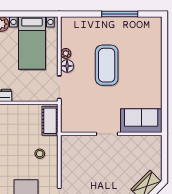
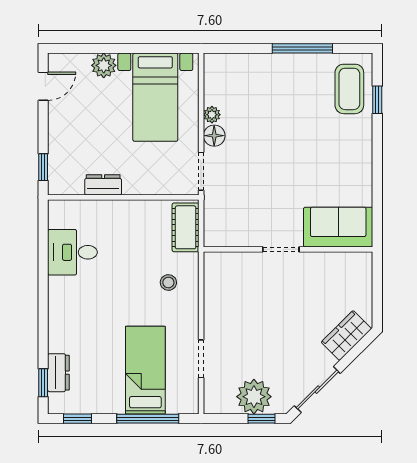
window: (164, 45) -> (377, 100), added
coffee table: (107, 65) -> (349, 89), moved, width x0.73, depth x0.76

